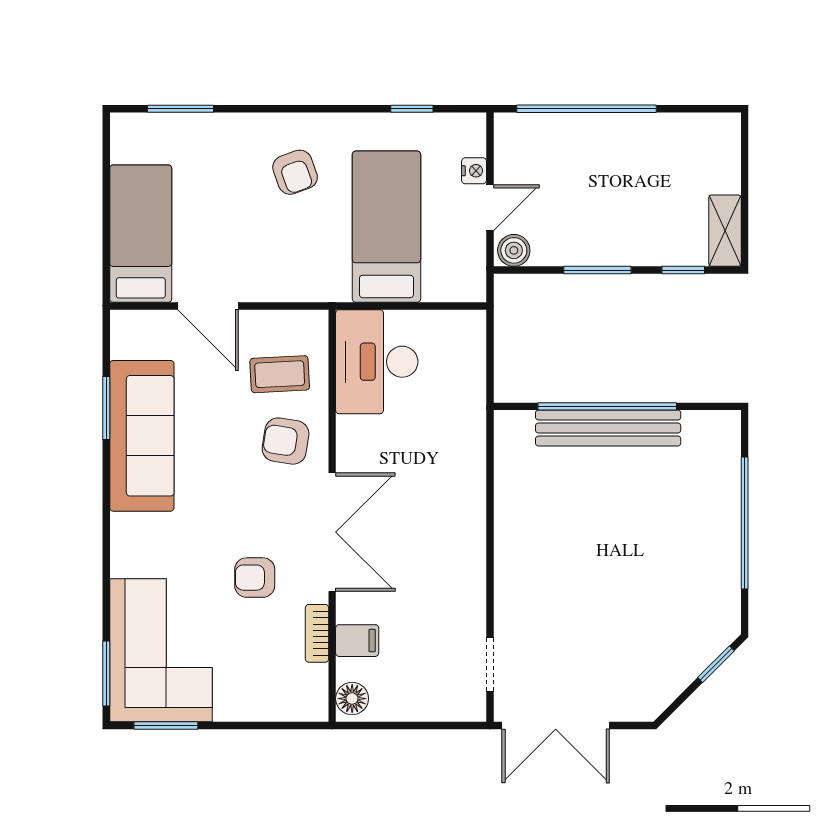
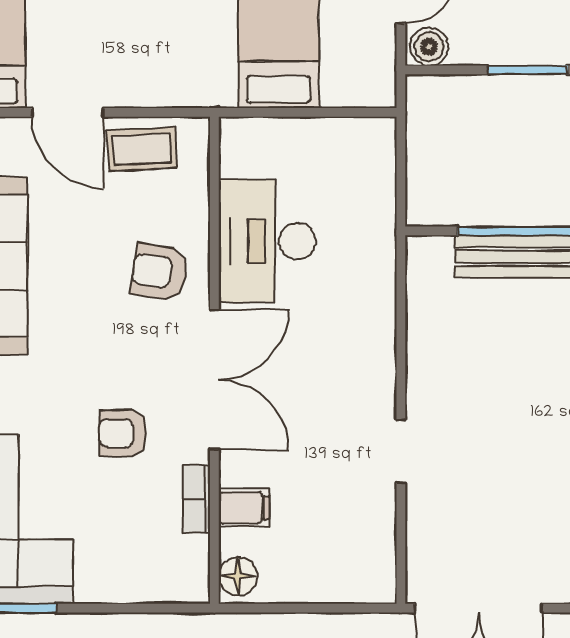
desk: (377, 362) -> (267, 241), moved
coffee table: (280, 374) -> (142, 149), moved
doorway: (490, 665) -> (401, 451), moved

